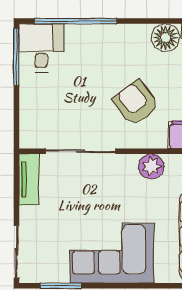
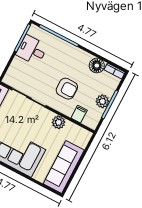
desk: (41, 48) -> (32, 50), moved, turned -90
armchair: (136, 103) -> (67, 89), turned 127

